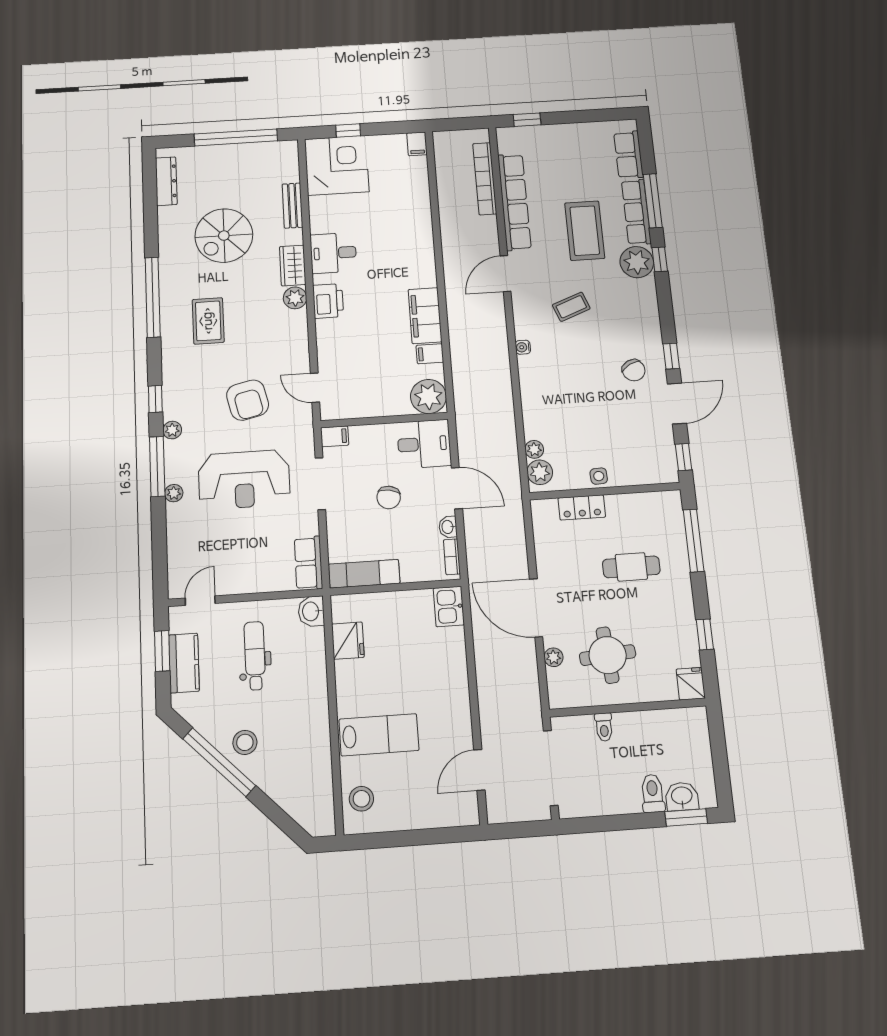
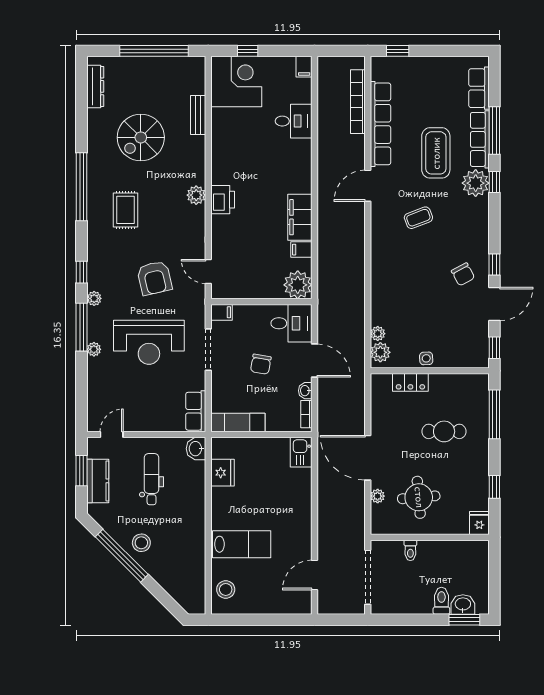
desk: (333, 253) -> (294, 121), moved, turned 180
wardrobe: (293, 265) -> (196, 167), removed
water cooler: (523, 347) -> (376, 249), removed

